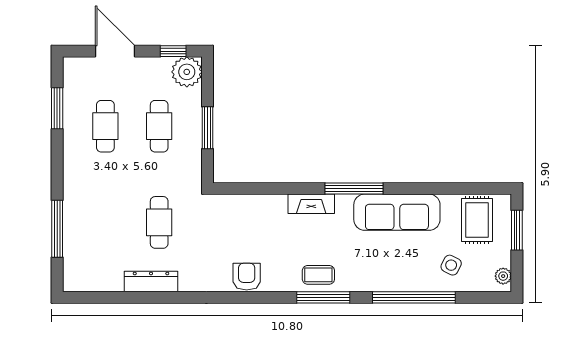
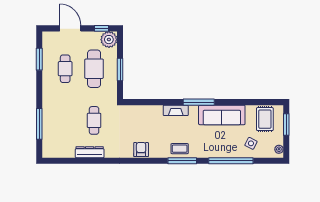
cafe table: (159, 126) -> (94, 69), width x1.37, depth x1.35

